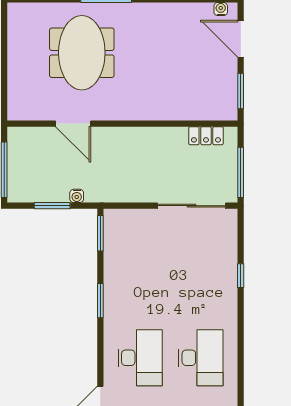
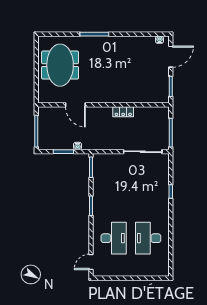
door: (241, 39) -> (171, 57), swing flipped
meeting table: (82, 53) -> (60, 65), moved
locker: (206, 136) -> (123, 112), moved
desk: (201, 358) -> (148, 238), turned 180

